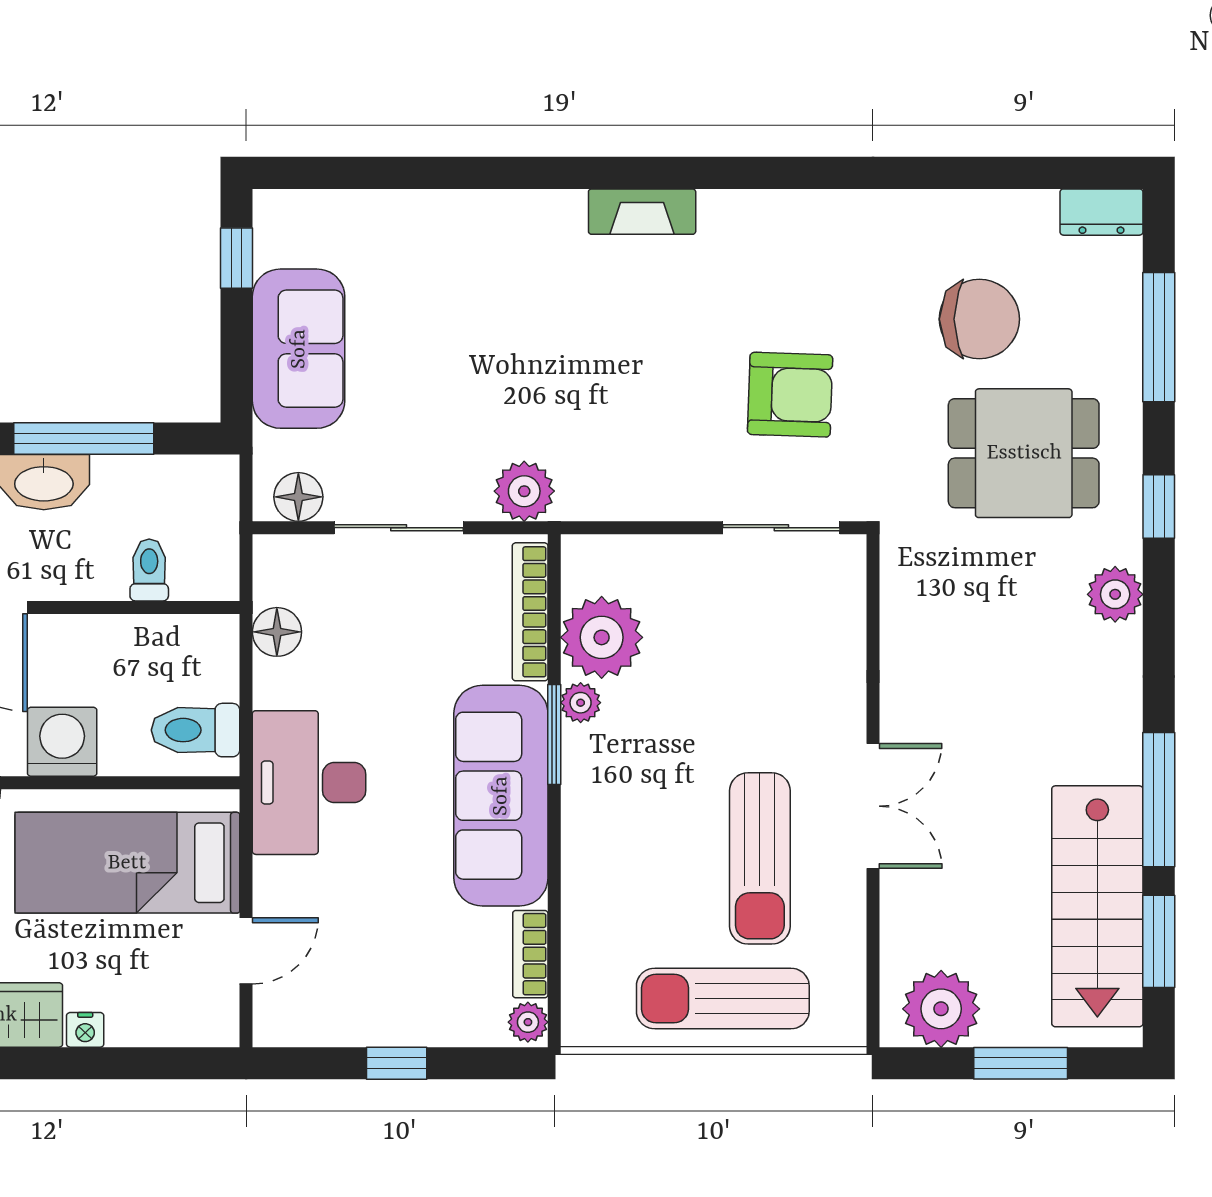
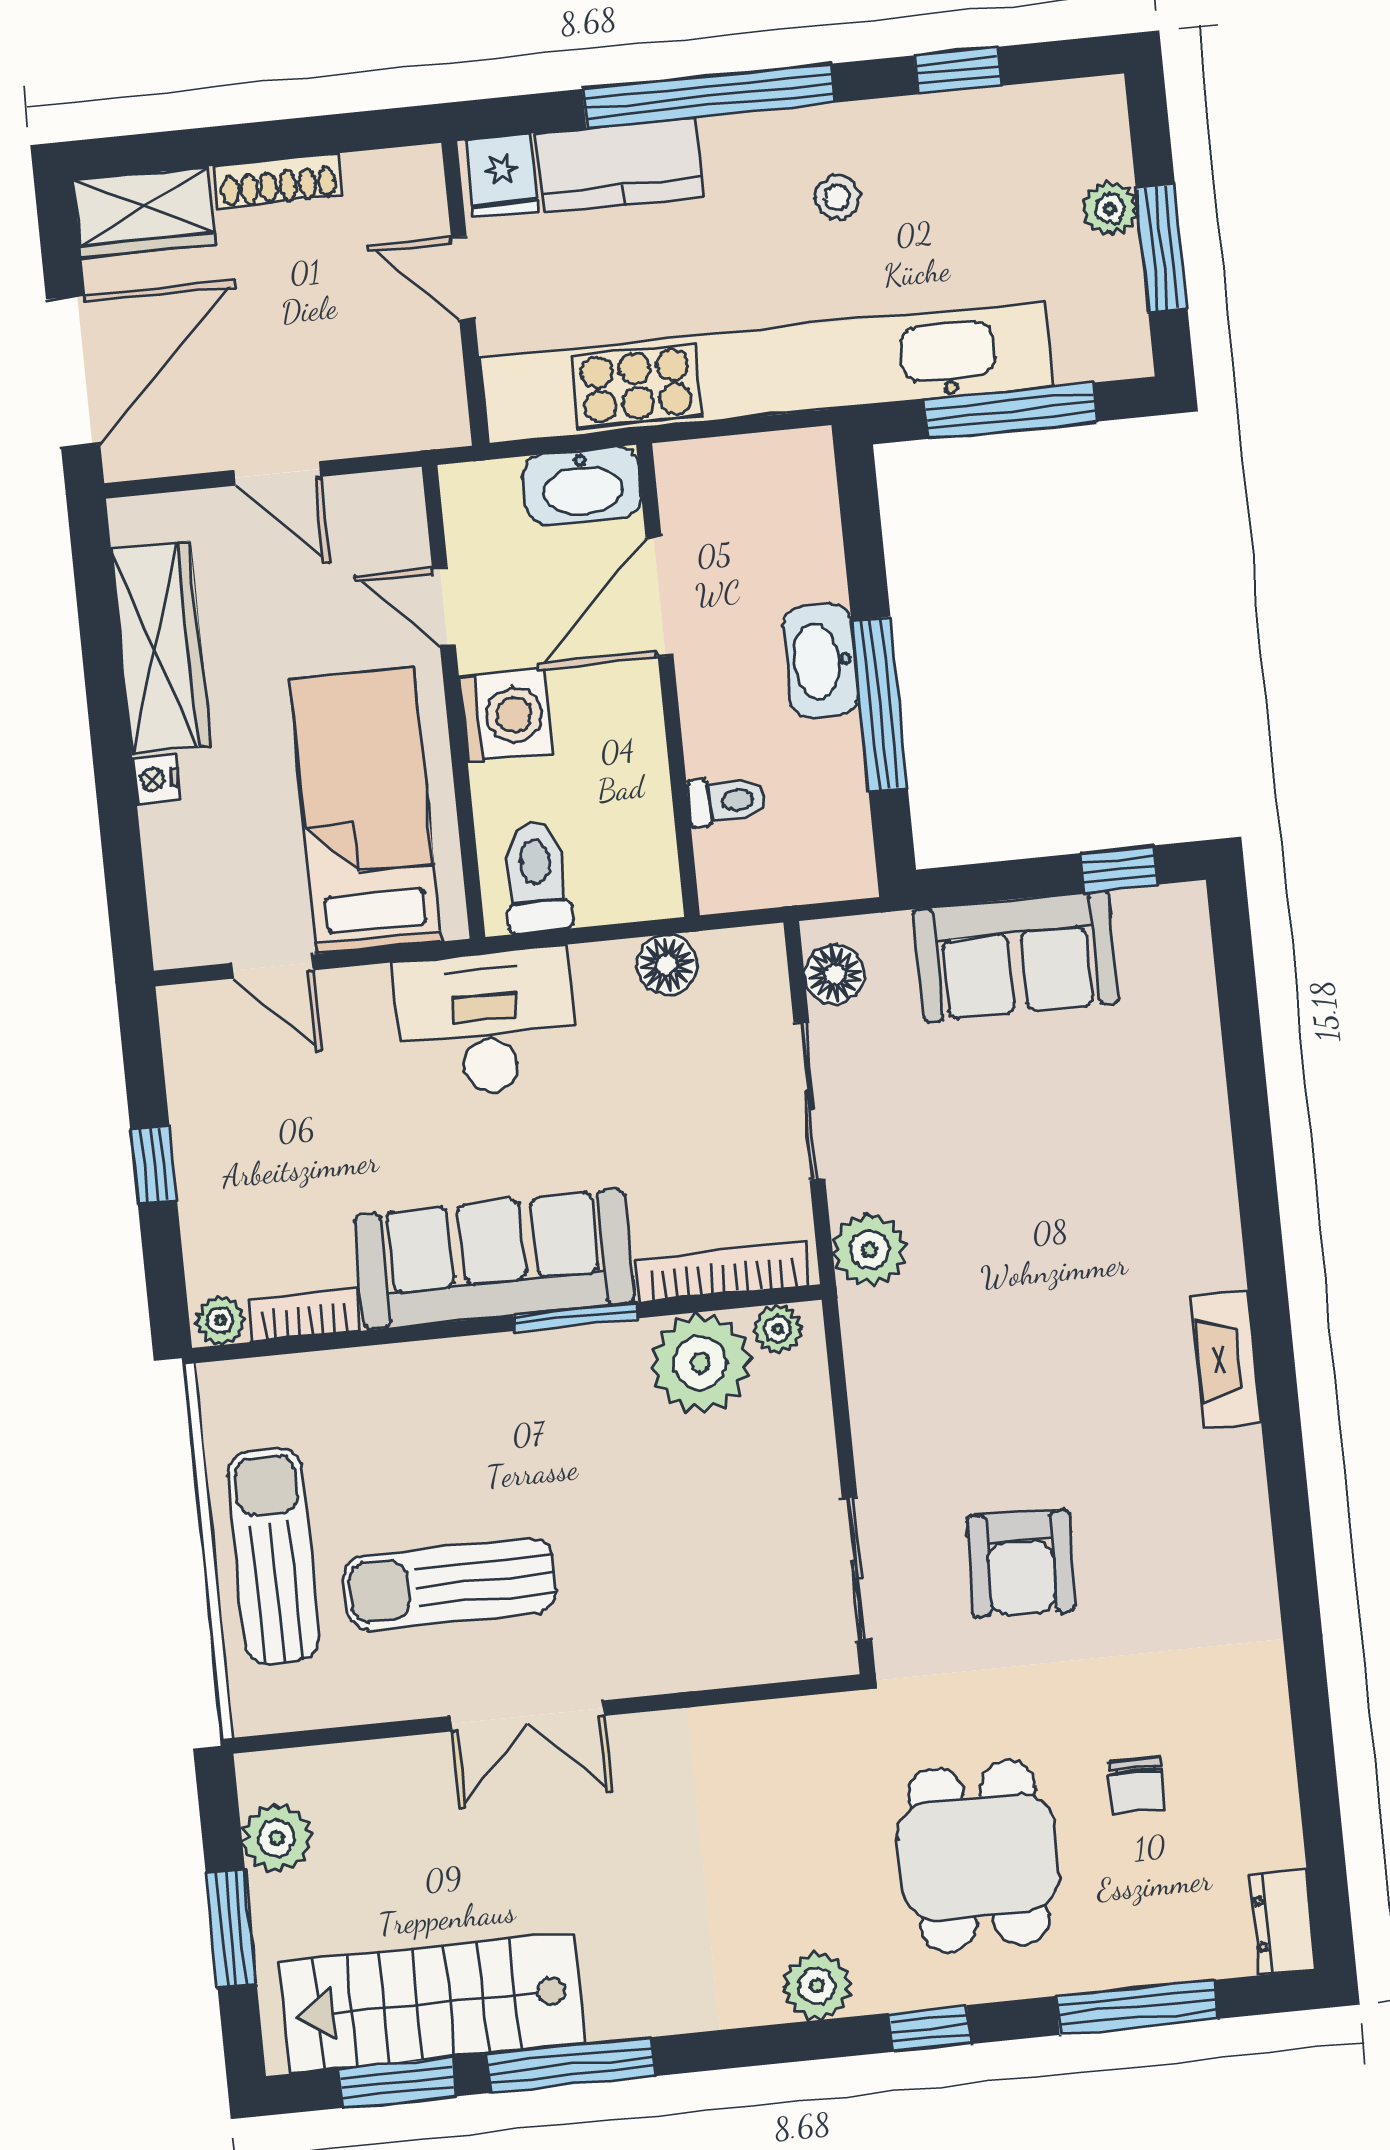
chair: (979, 319) -> (1137, 1786), width x0.54, depth x0.54
plant: (581, 703) -> (778, 1329), moved
plant: (941, 1009) -> (277, 1838), width x0.73, depth x0.73

